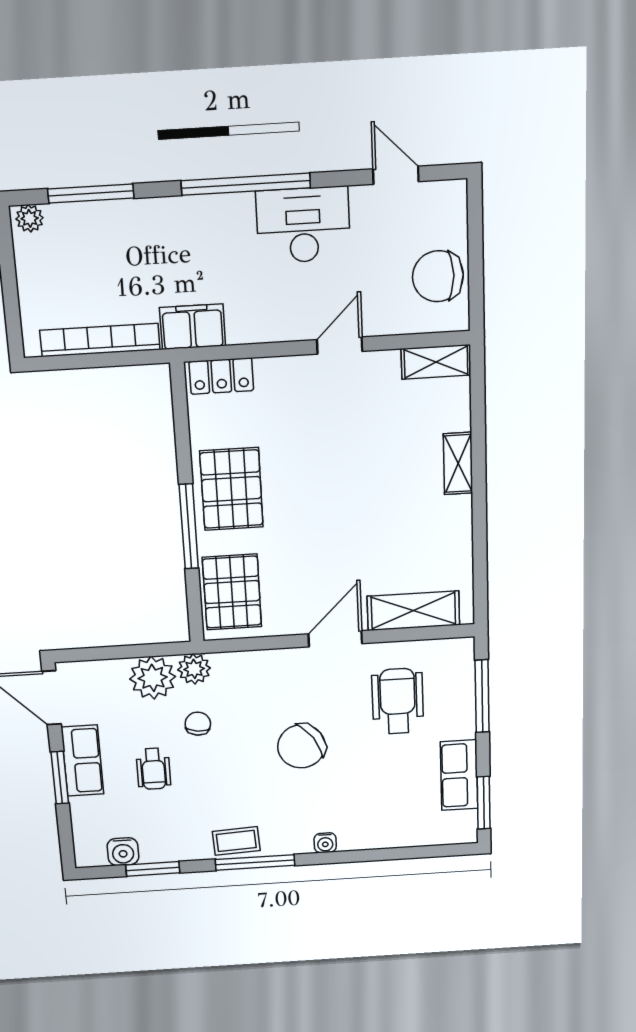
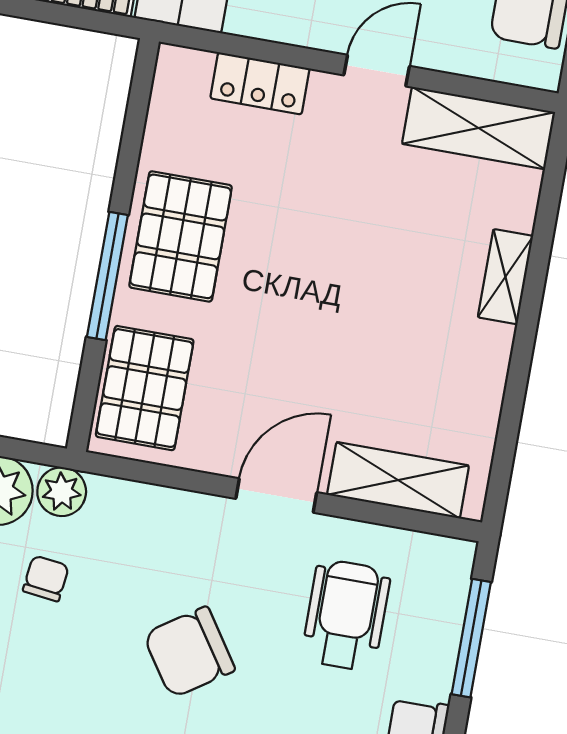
shelving: (436, 362) -> (479, 128), width x1.50, depth x1.33
locker: (221, 376) -> (260, 83), moved

